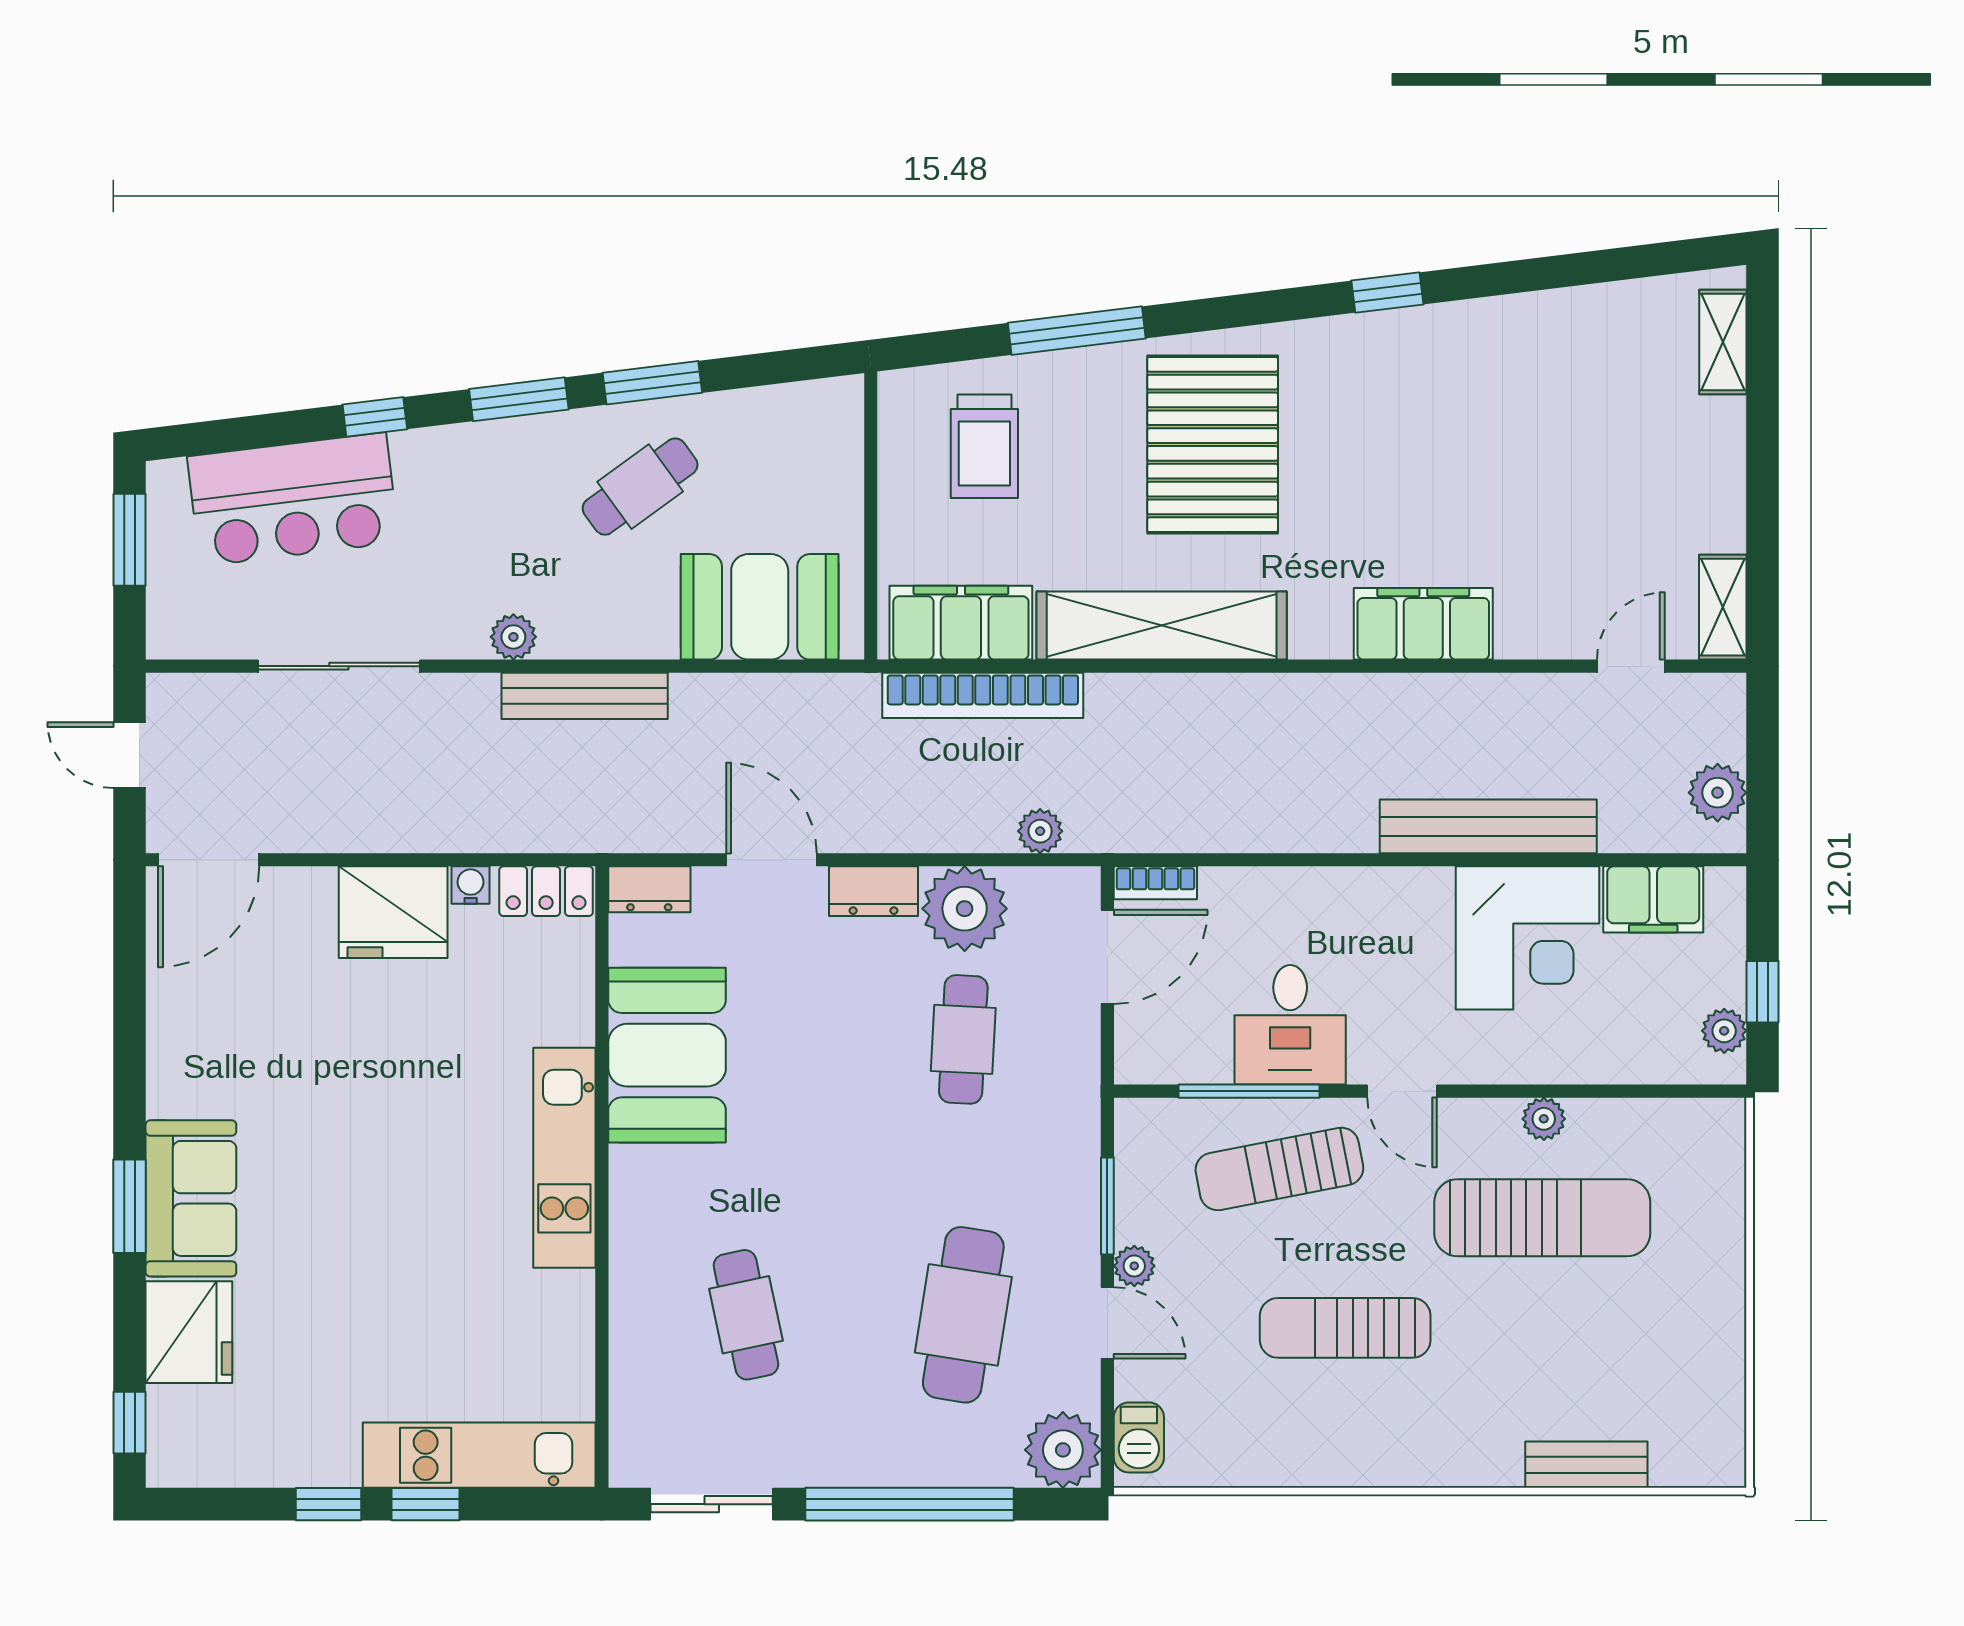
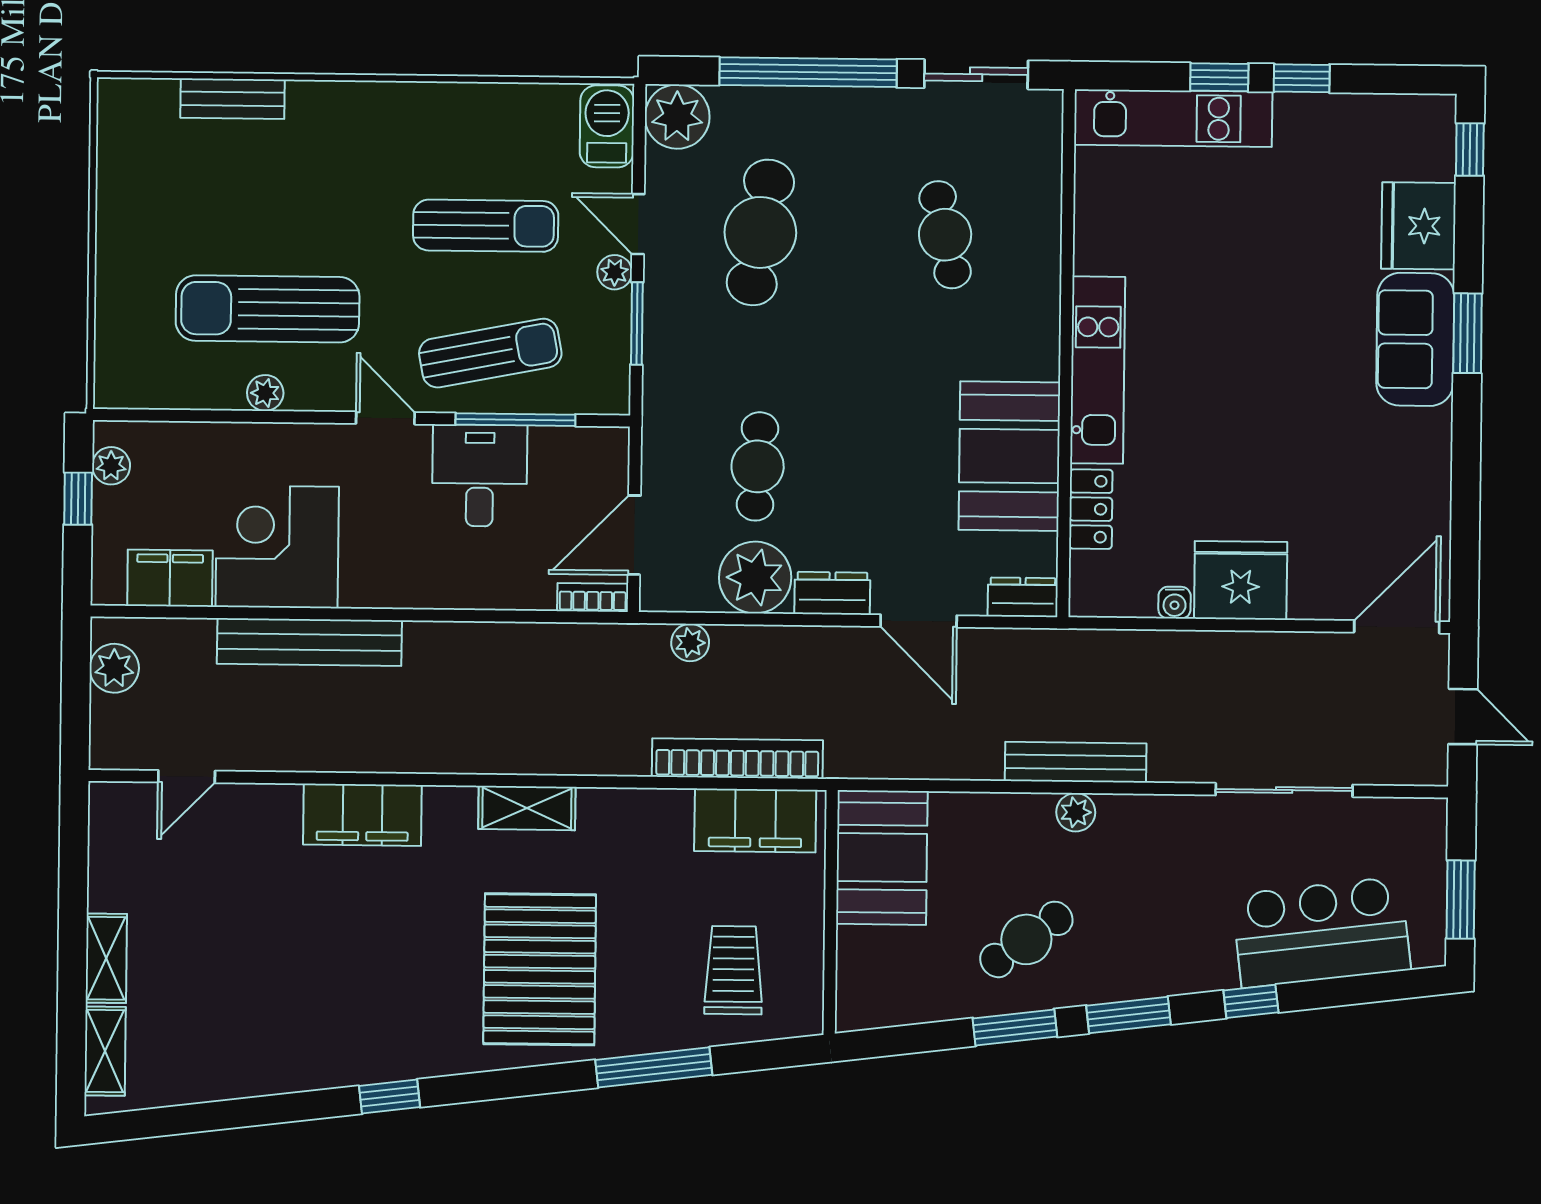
booth: (760, 607) -> (882, 858), moved, turned 90
shelving: (1723, 607) -> (106, 958), moved
shelving: (1162, 626) -> (527, 808), width x0.45, depth x0.75
plant: (513, 637) -> (1076, 812), moved
locker: (546, 891) -> (1091, 509), moved, turned 90
sun lounger: (1345, 1328) -> (486, 226), moved
barbecue: (1139, 1437) -> (607, 126), width x1.38, depth x1.27

